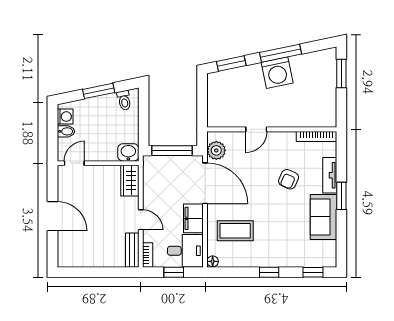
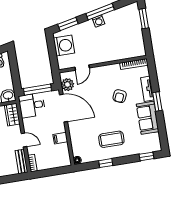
washing machine: (277, 73) -> (99, 21), width x0.53, depth x0.53
washing machine: (220, 93) -> (64, 45), added
door: (256, 129) -> (82, 68), moved
filing cabinet: (193, 218) -> (60, 138), width x0.50
coffee table: (235, 231) -> (111, 139), moved
desk: (185, 251) -> (32, 105), moved, turned 180
window: (174, 272) -> (52, 172), removed
window: (269, 272) -> (106, 163), moved

